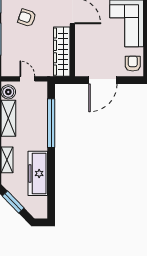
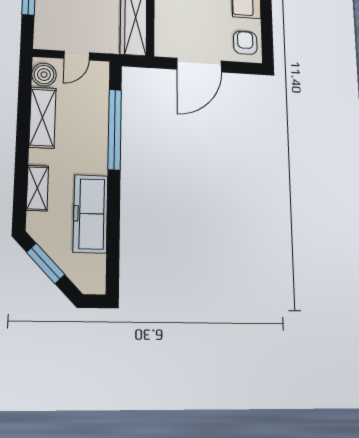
door: (27, 79) -> (77, 56), swing flipped

